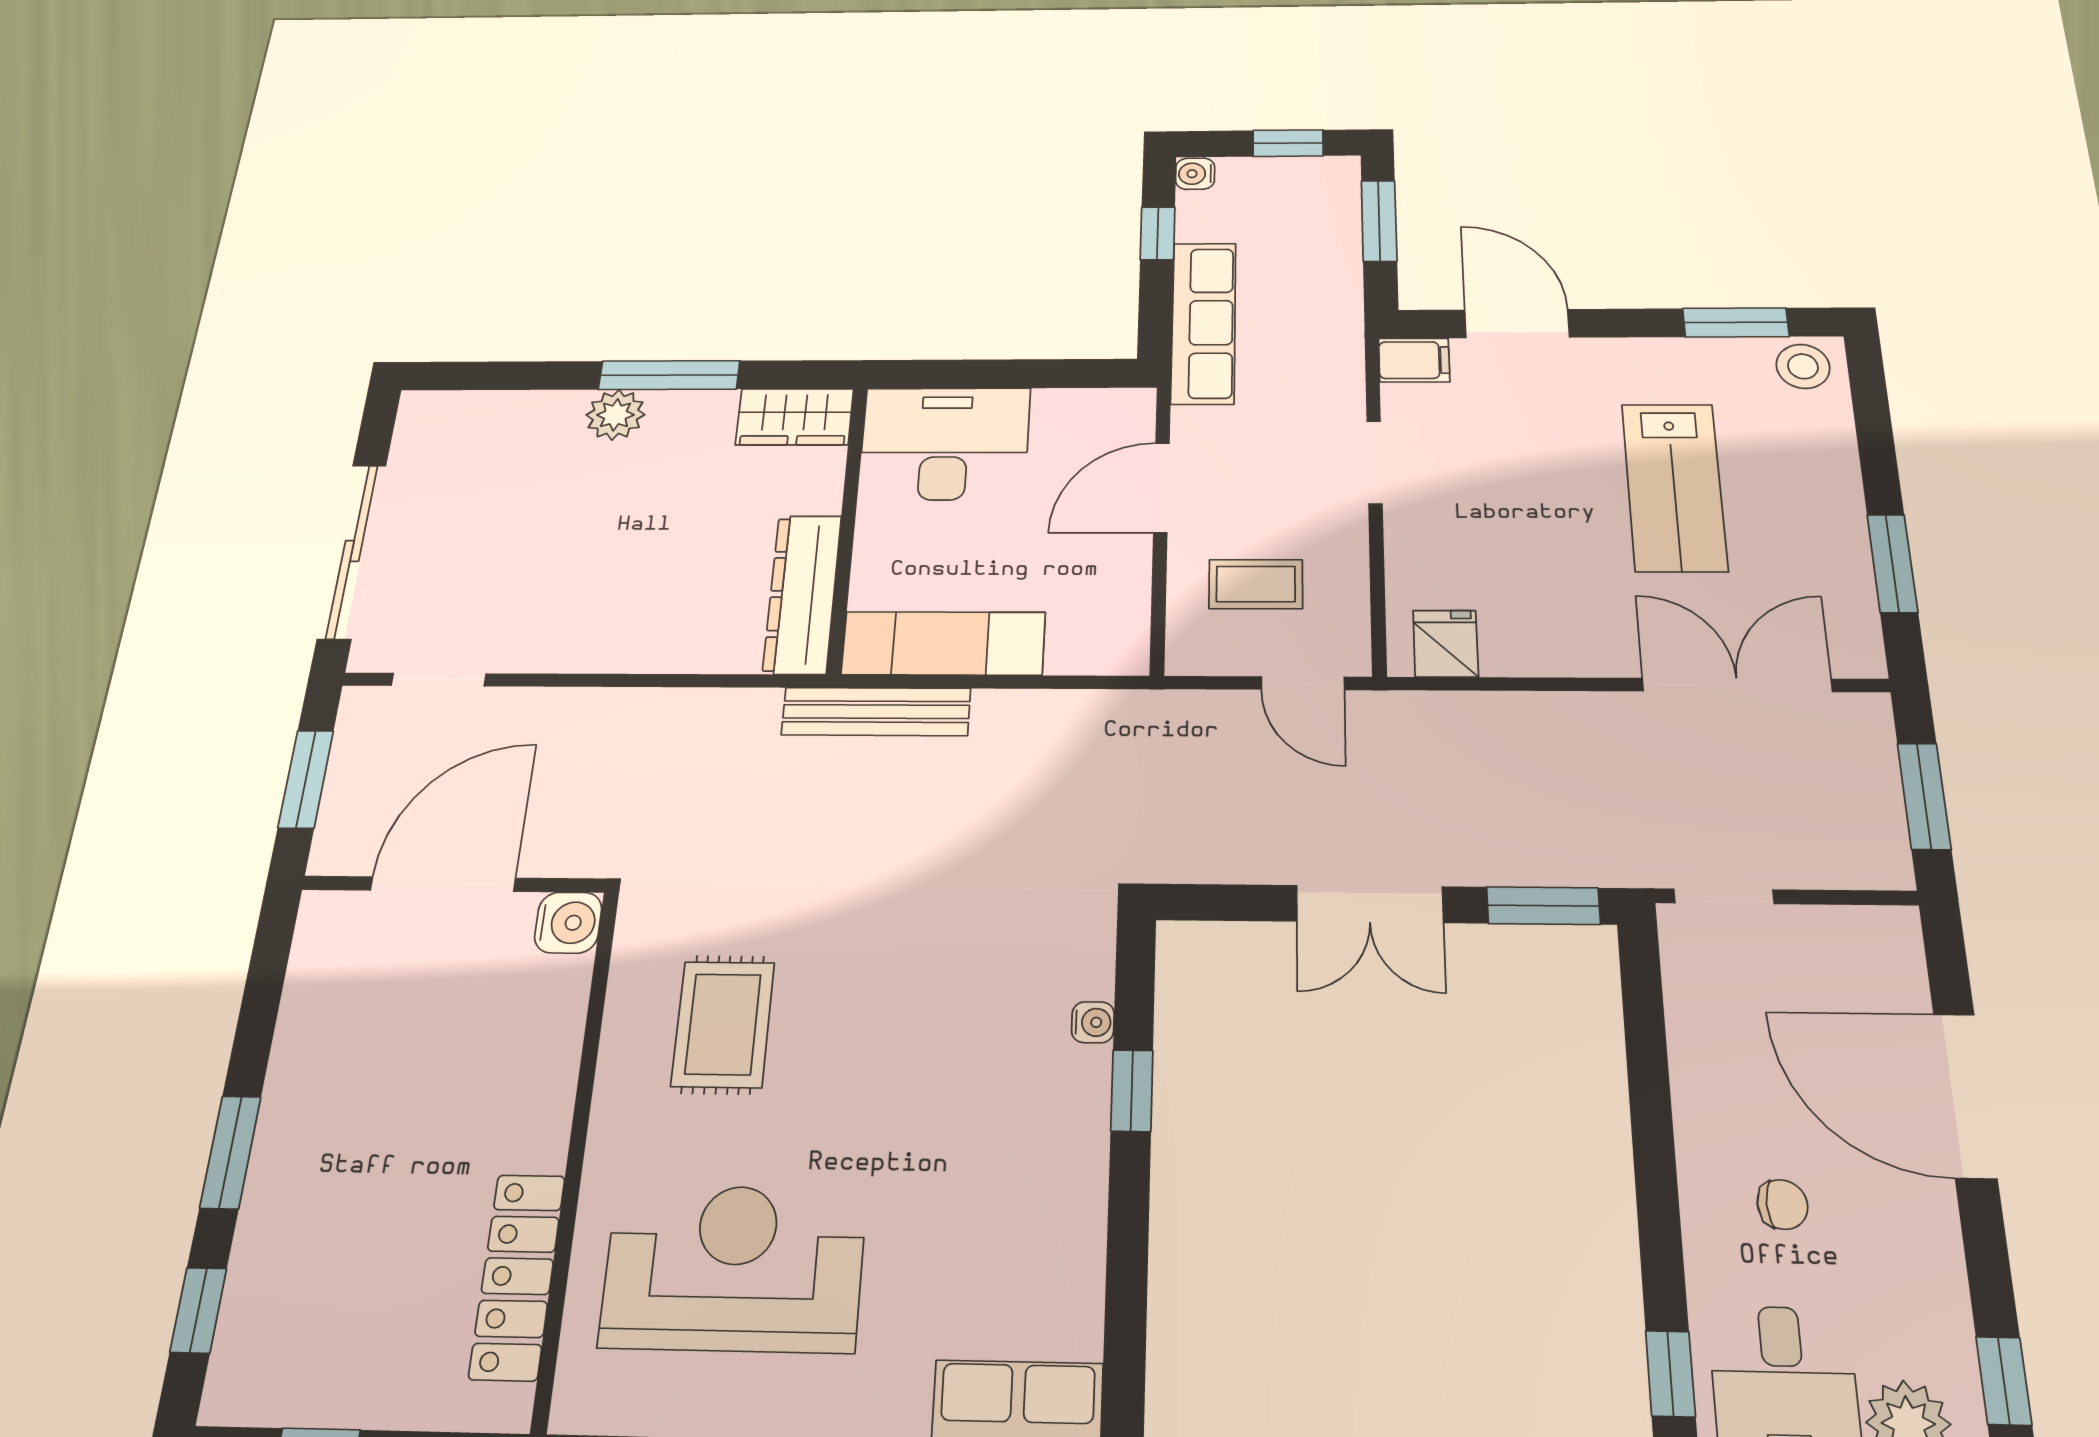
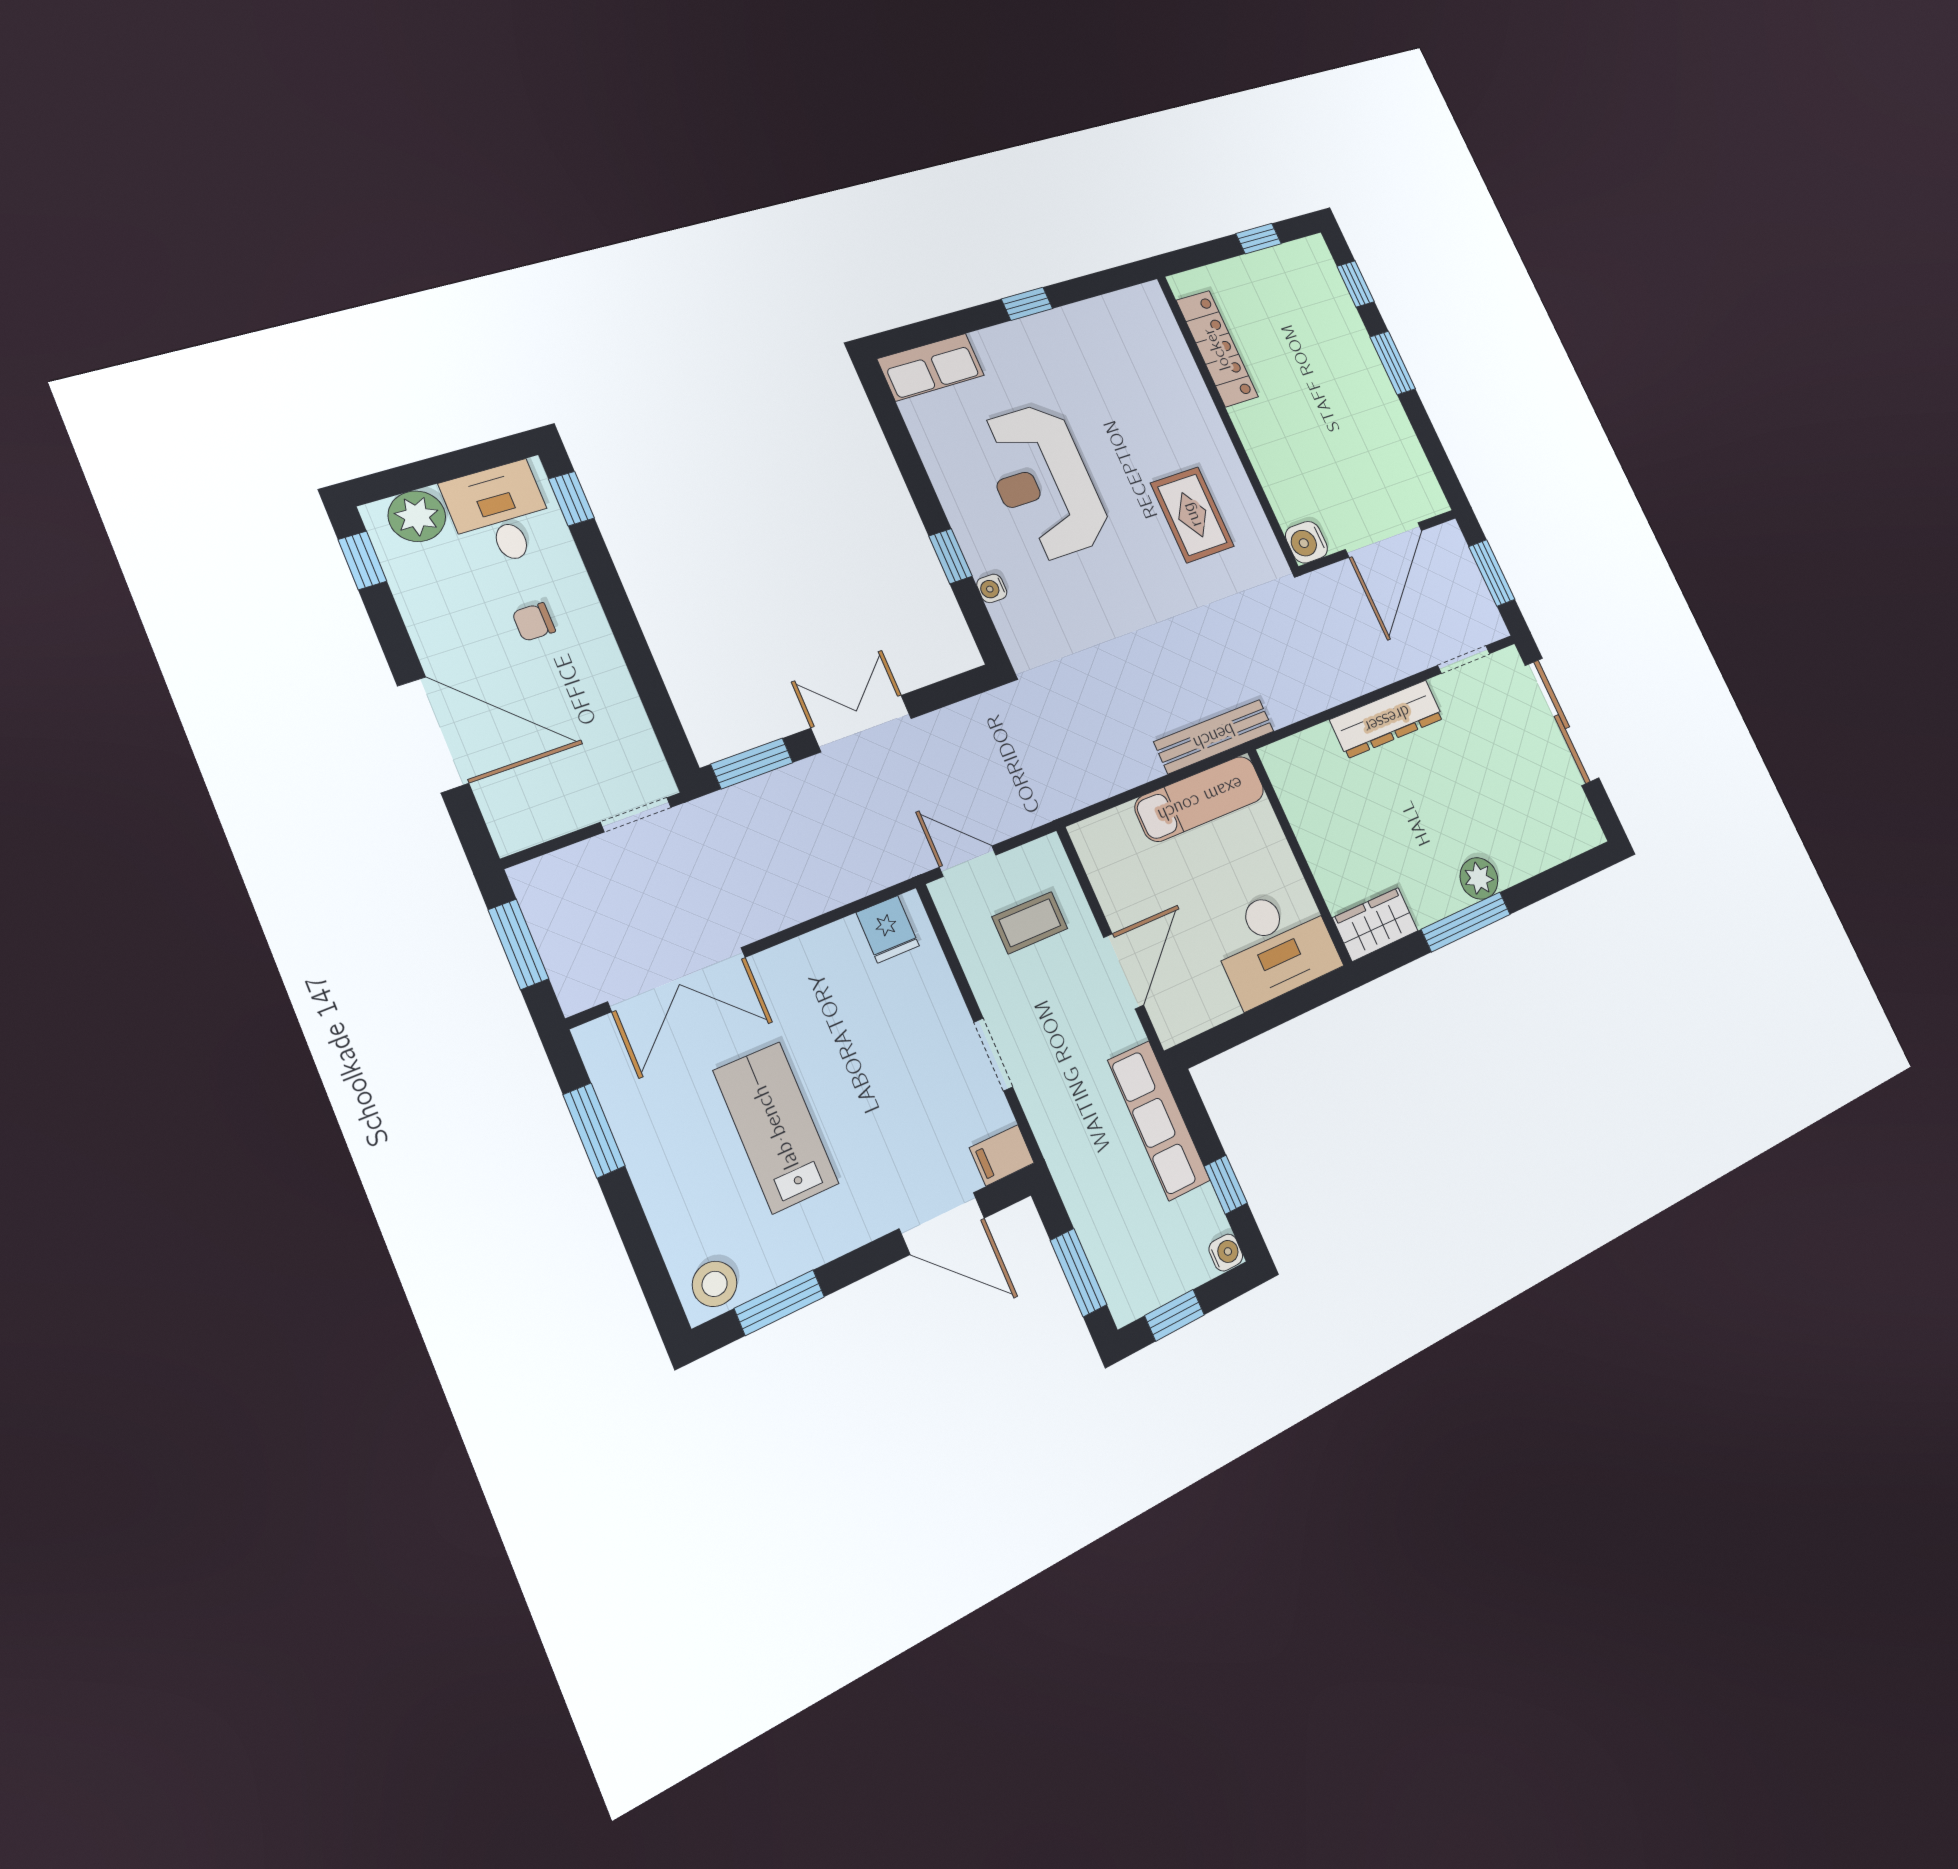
dresser: (802, 594) -> (1387, 719), moved, turned 90
reception desk: (734, 1268) -> (1043, 482), moved, turned 90

